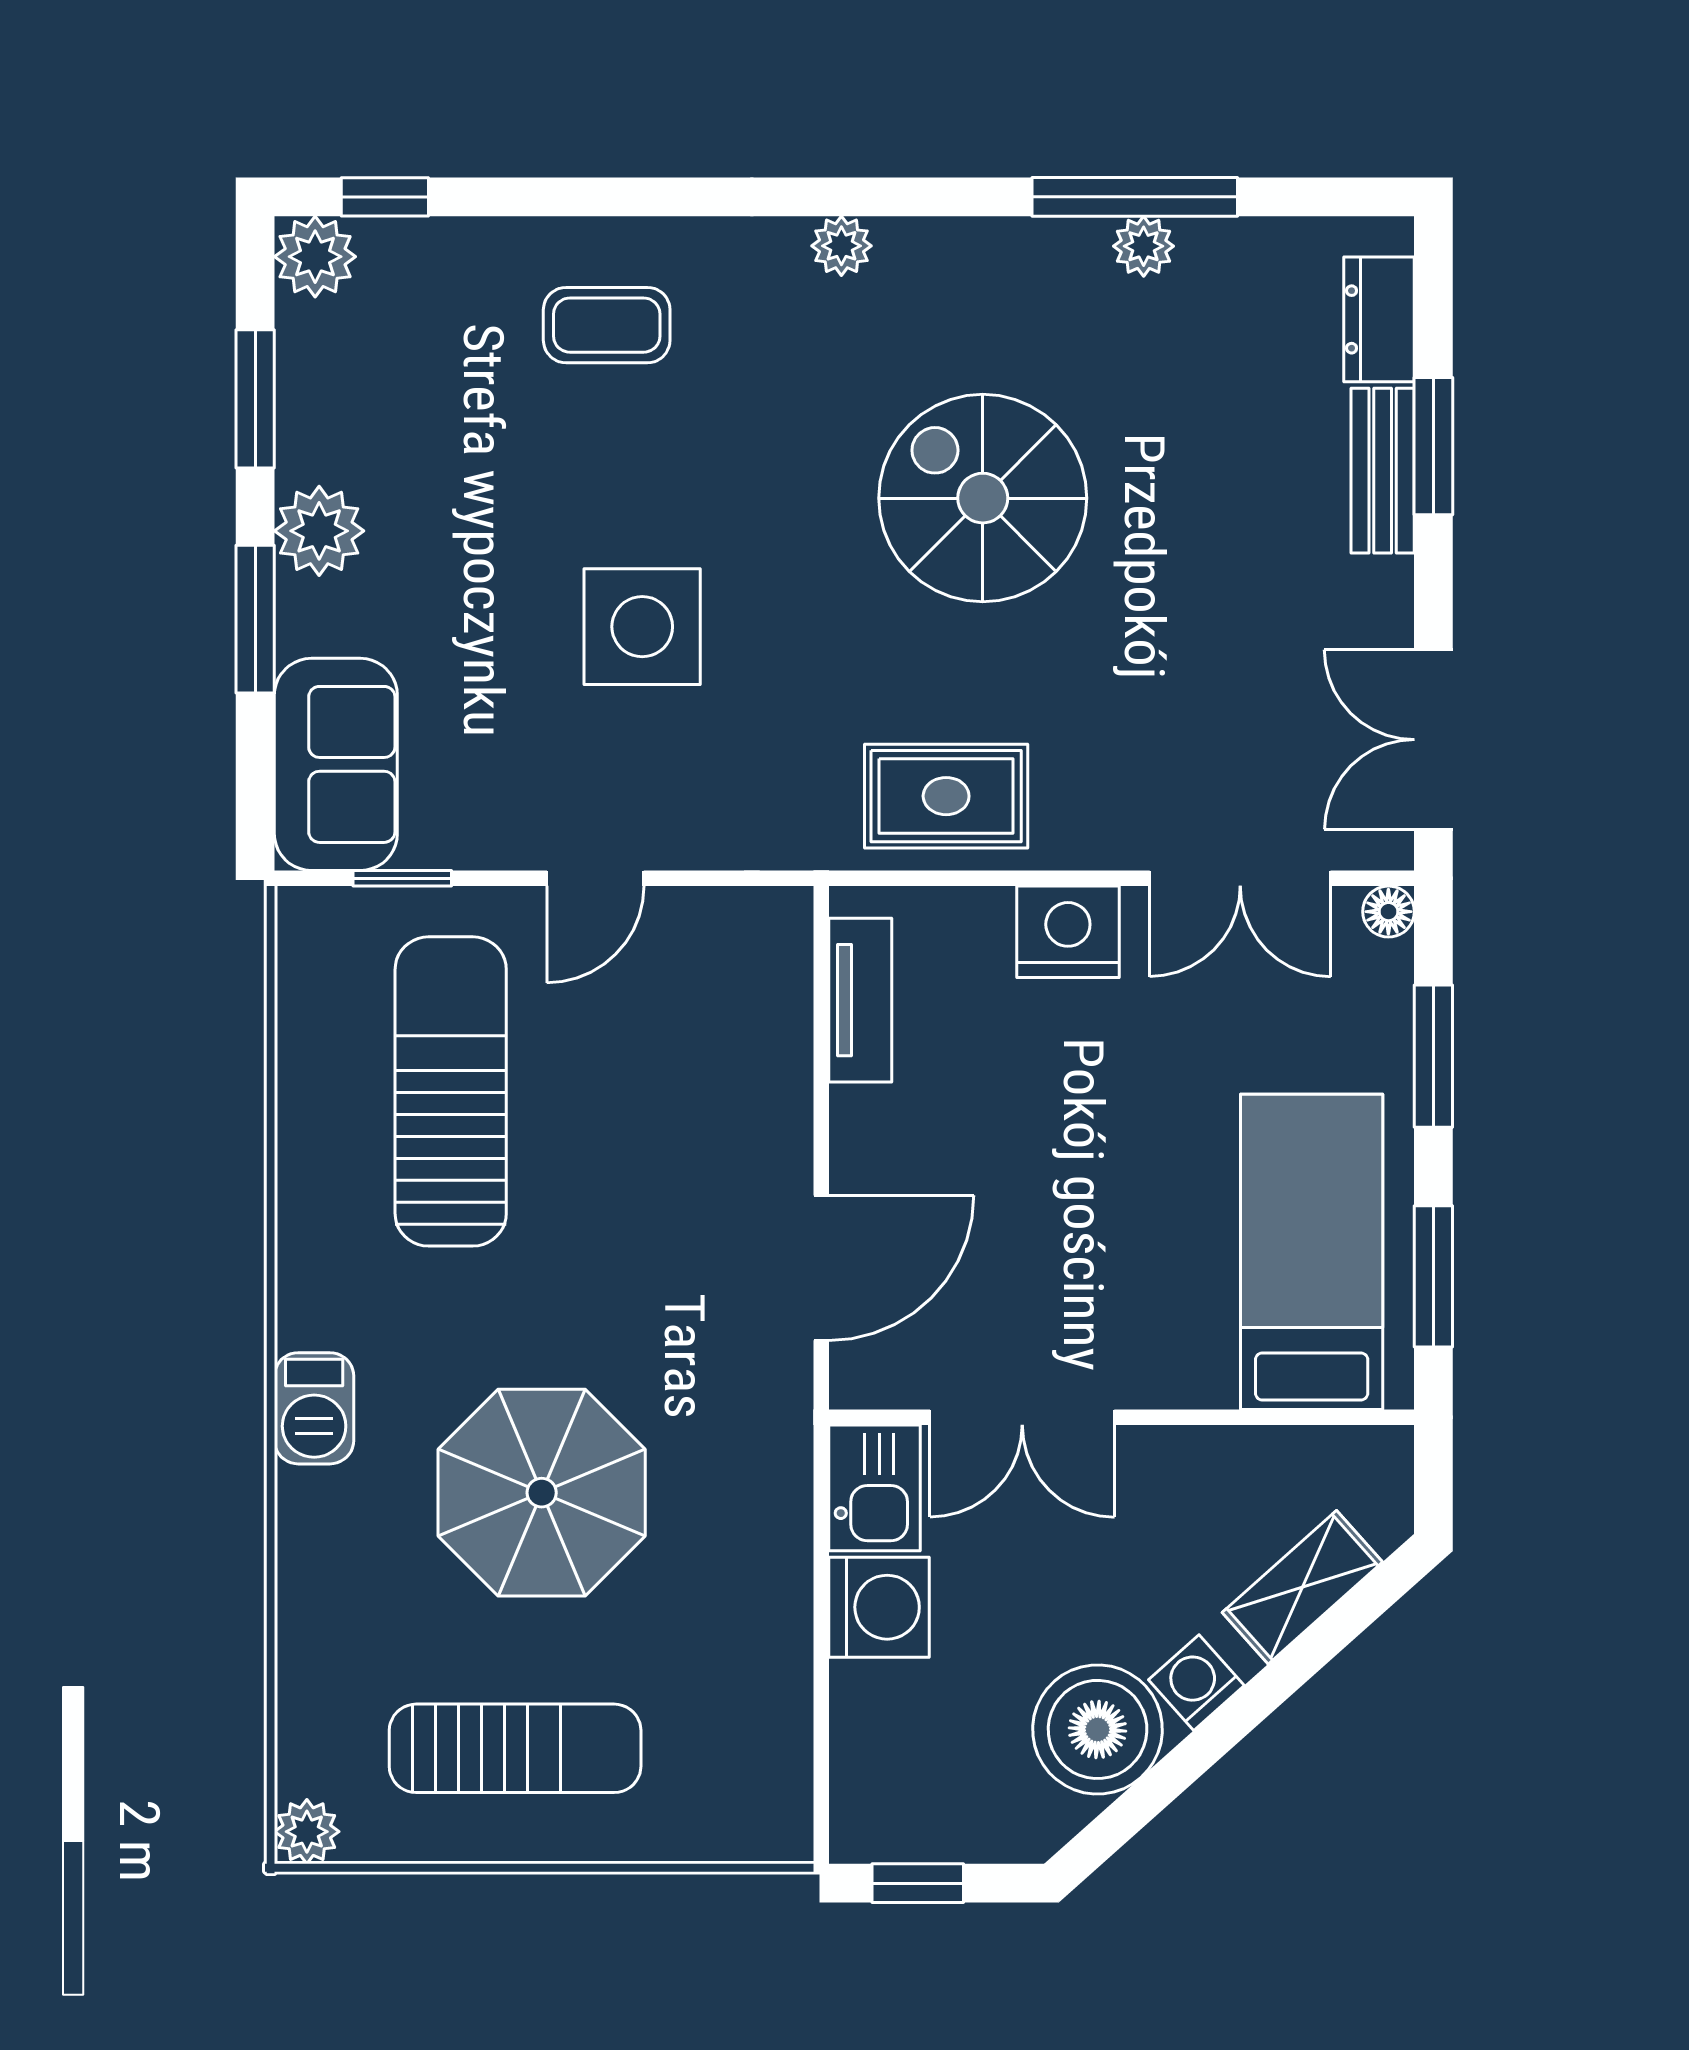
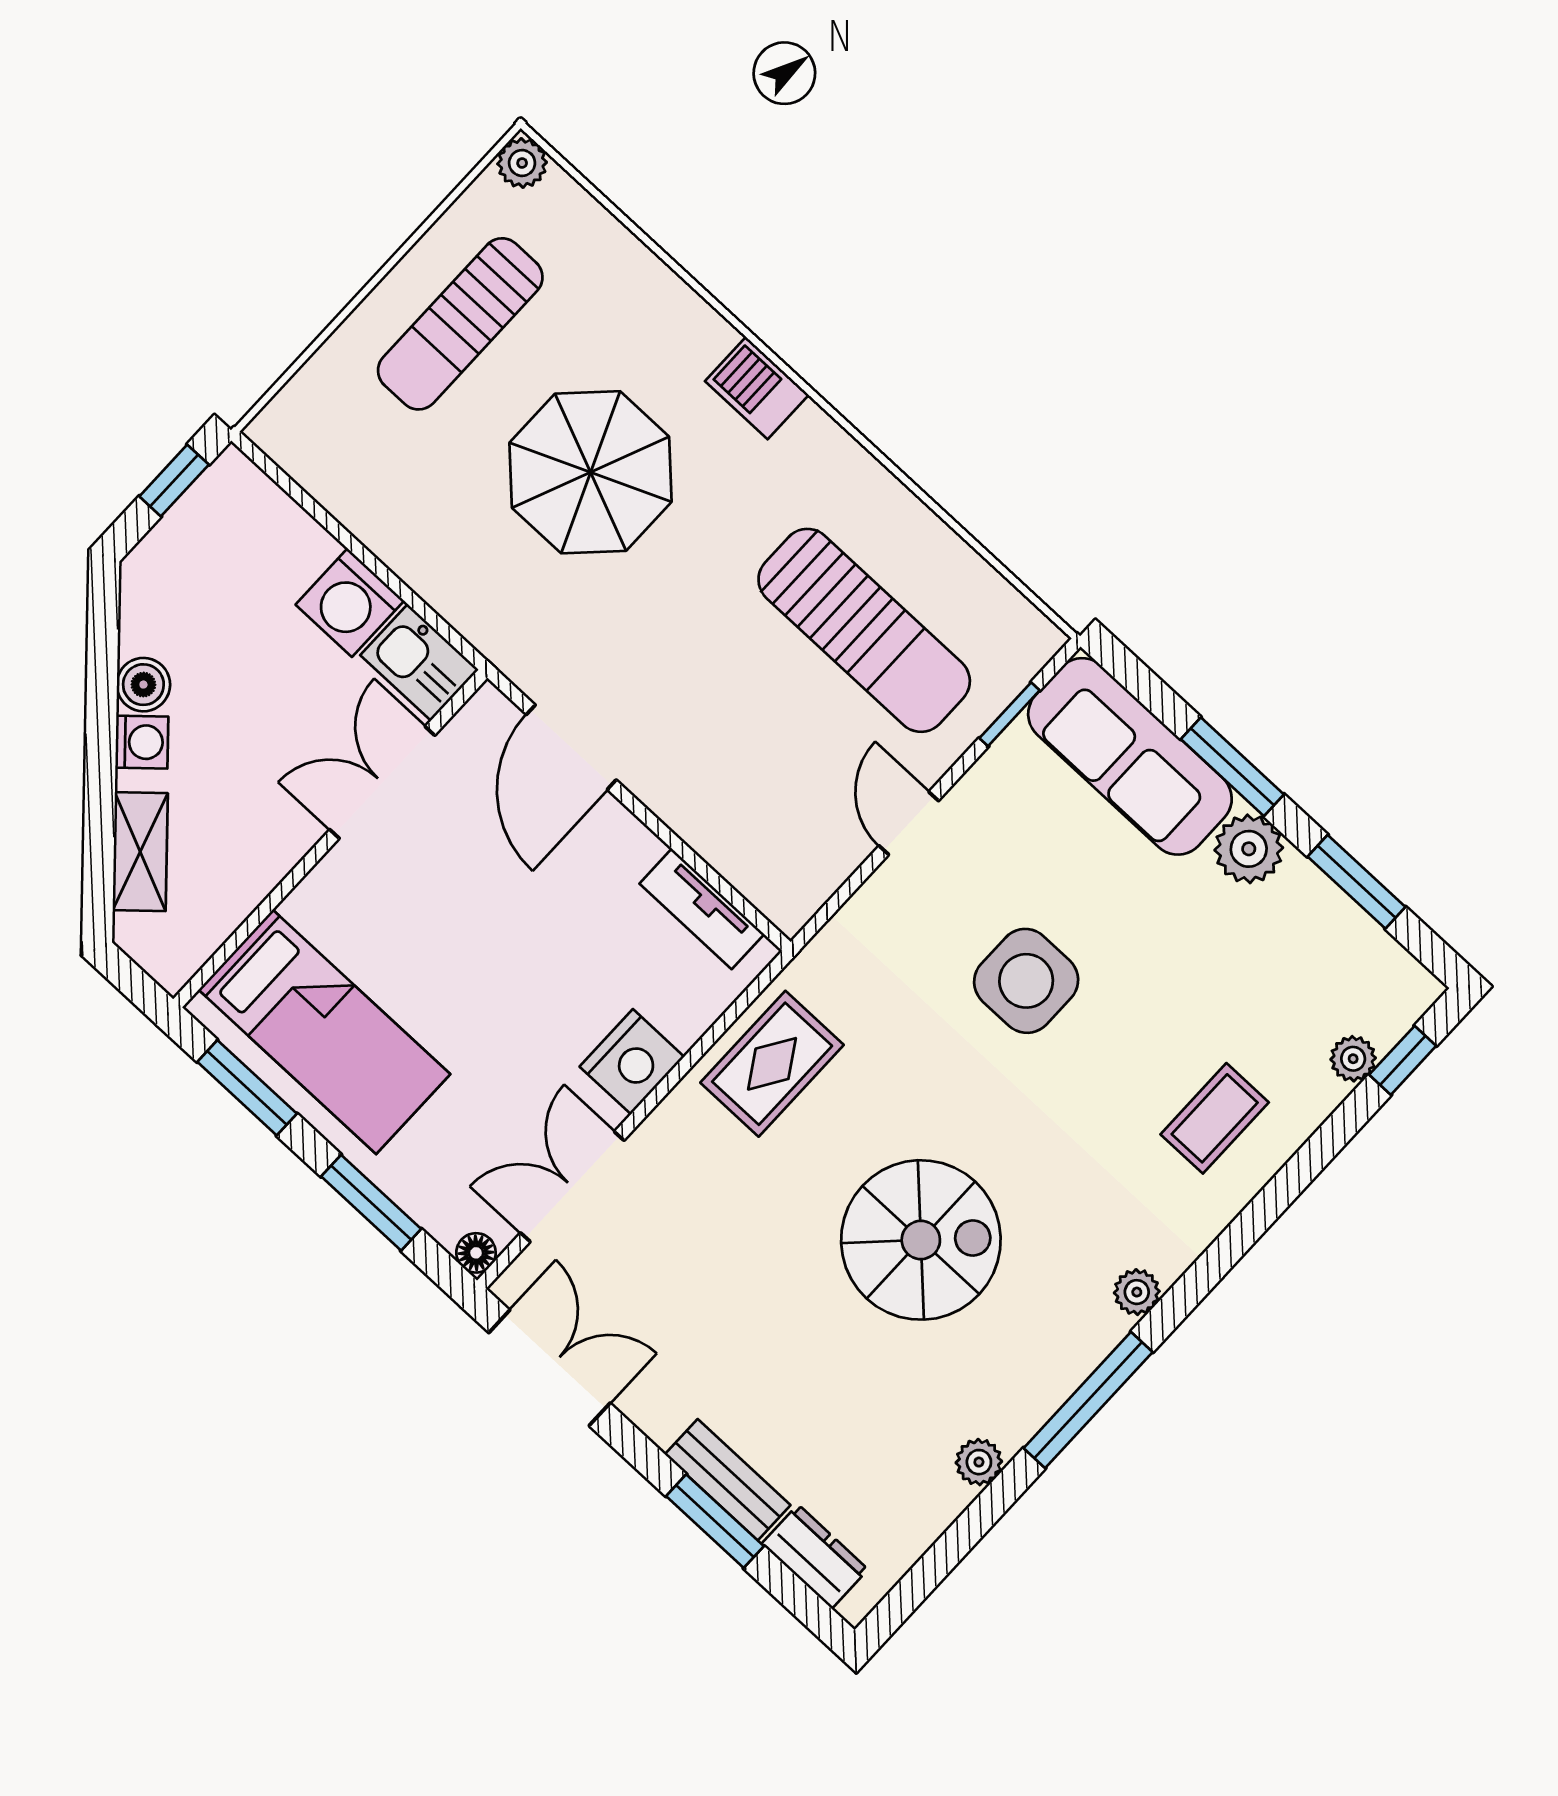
window: (1135, 197) -> (1088, 1400), moved
plant: (315, 257) -> (1353, 1059), moved, width x0.73, depth x0.73
sofa: (336, 764) -> (1130, 756), width x1.36
boiler: (1098, 1729) -> (143, 685), width x0.54, depth x0.54

